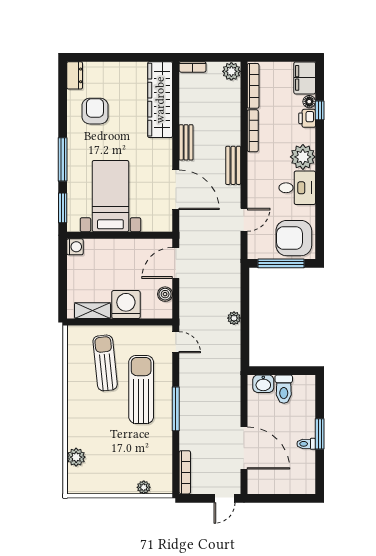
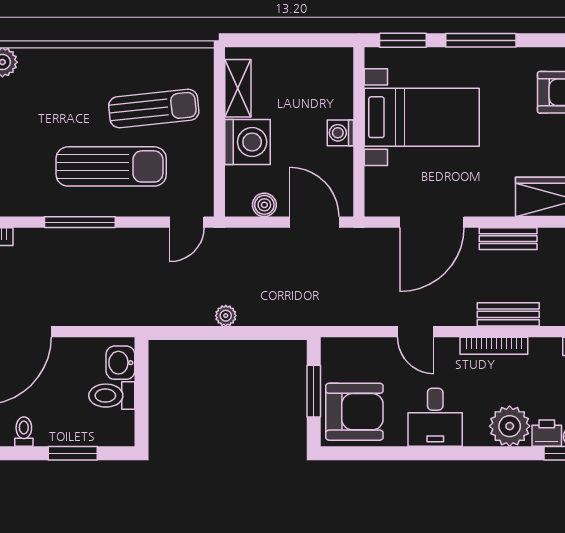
bookcase: (253, 131) -> (494, 346), moved
plant: (303, 157) -> (510, 426), moved
bench: (233, 165) -> (508, 314), moved
door: (244, 220) -> (416, 332), moved
armchair: (294, 238) -> (354, 412), turned 90
washing machine: (75, 247) -> (340, 133), moved, turned 90
window: (281, 263) -> (314, 391), width x0.69
window: (320, 434) -> (73, 453), moved

